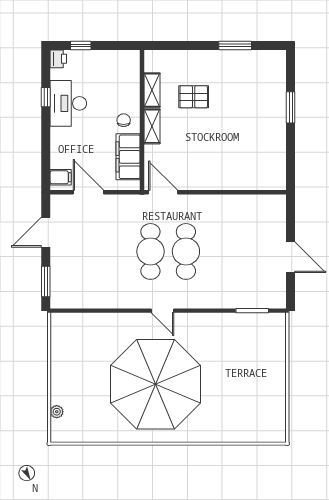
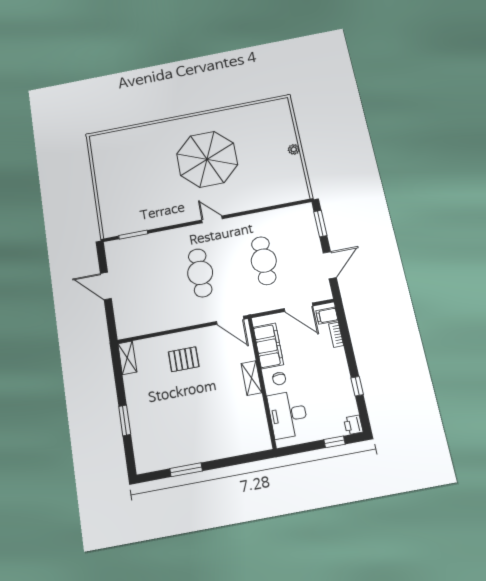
shelving: (152, 90) -> (127, 358), moved
pallet: (194, 97) -> (184, 359), moved
desk: (68, 103) -> (288, 414), moved, turned 180
bookcase: (55, 155) -> (336, 335), added
cafe table: (150, 251) -> (264, 261), moved
parasol: (156, 384) -> (207, 159), width x0.73, depth x0.73
plant: (57, 412) -> (294, 149), moved

